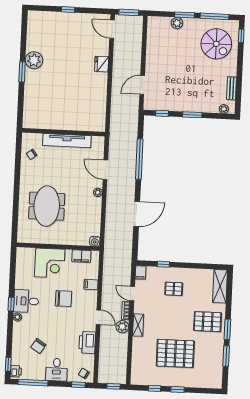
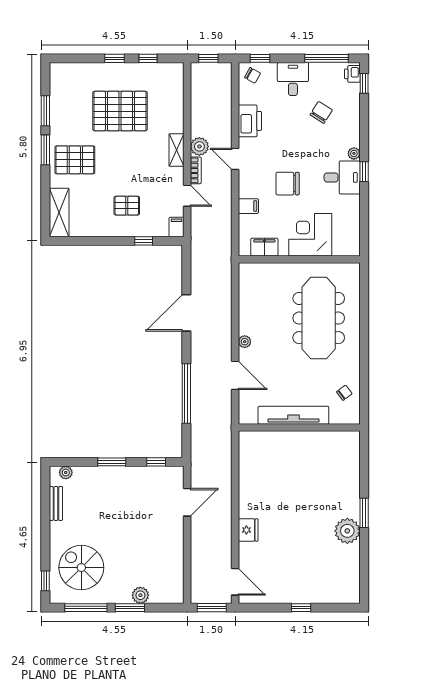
meeting table: (47, 206) -> (319, 318), width x1.36
water cooler: (95, 241) -> (246, 270), removed

